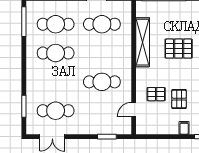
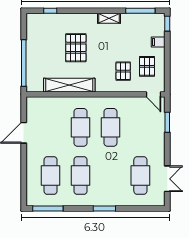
cafe table: (102, 24) -> (80, 127), moved
pallet: (179, 99) -> (147, 66), moved, turned 90
window: (24, 106) -> (104, 209), moved
door: (134, 110) -> (154, 94), moved

